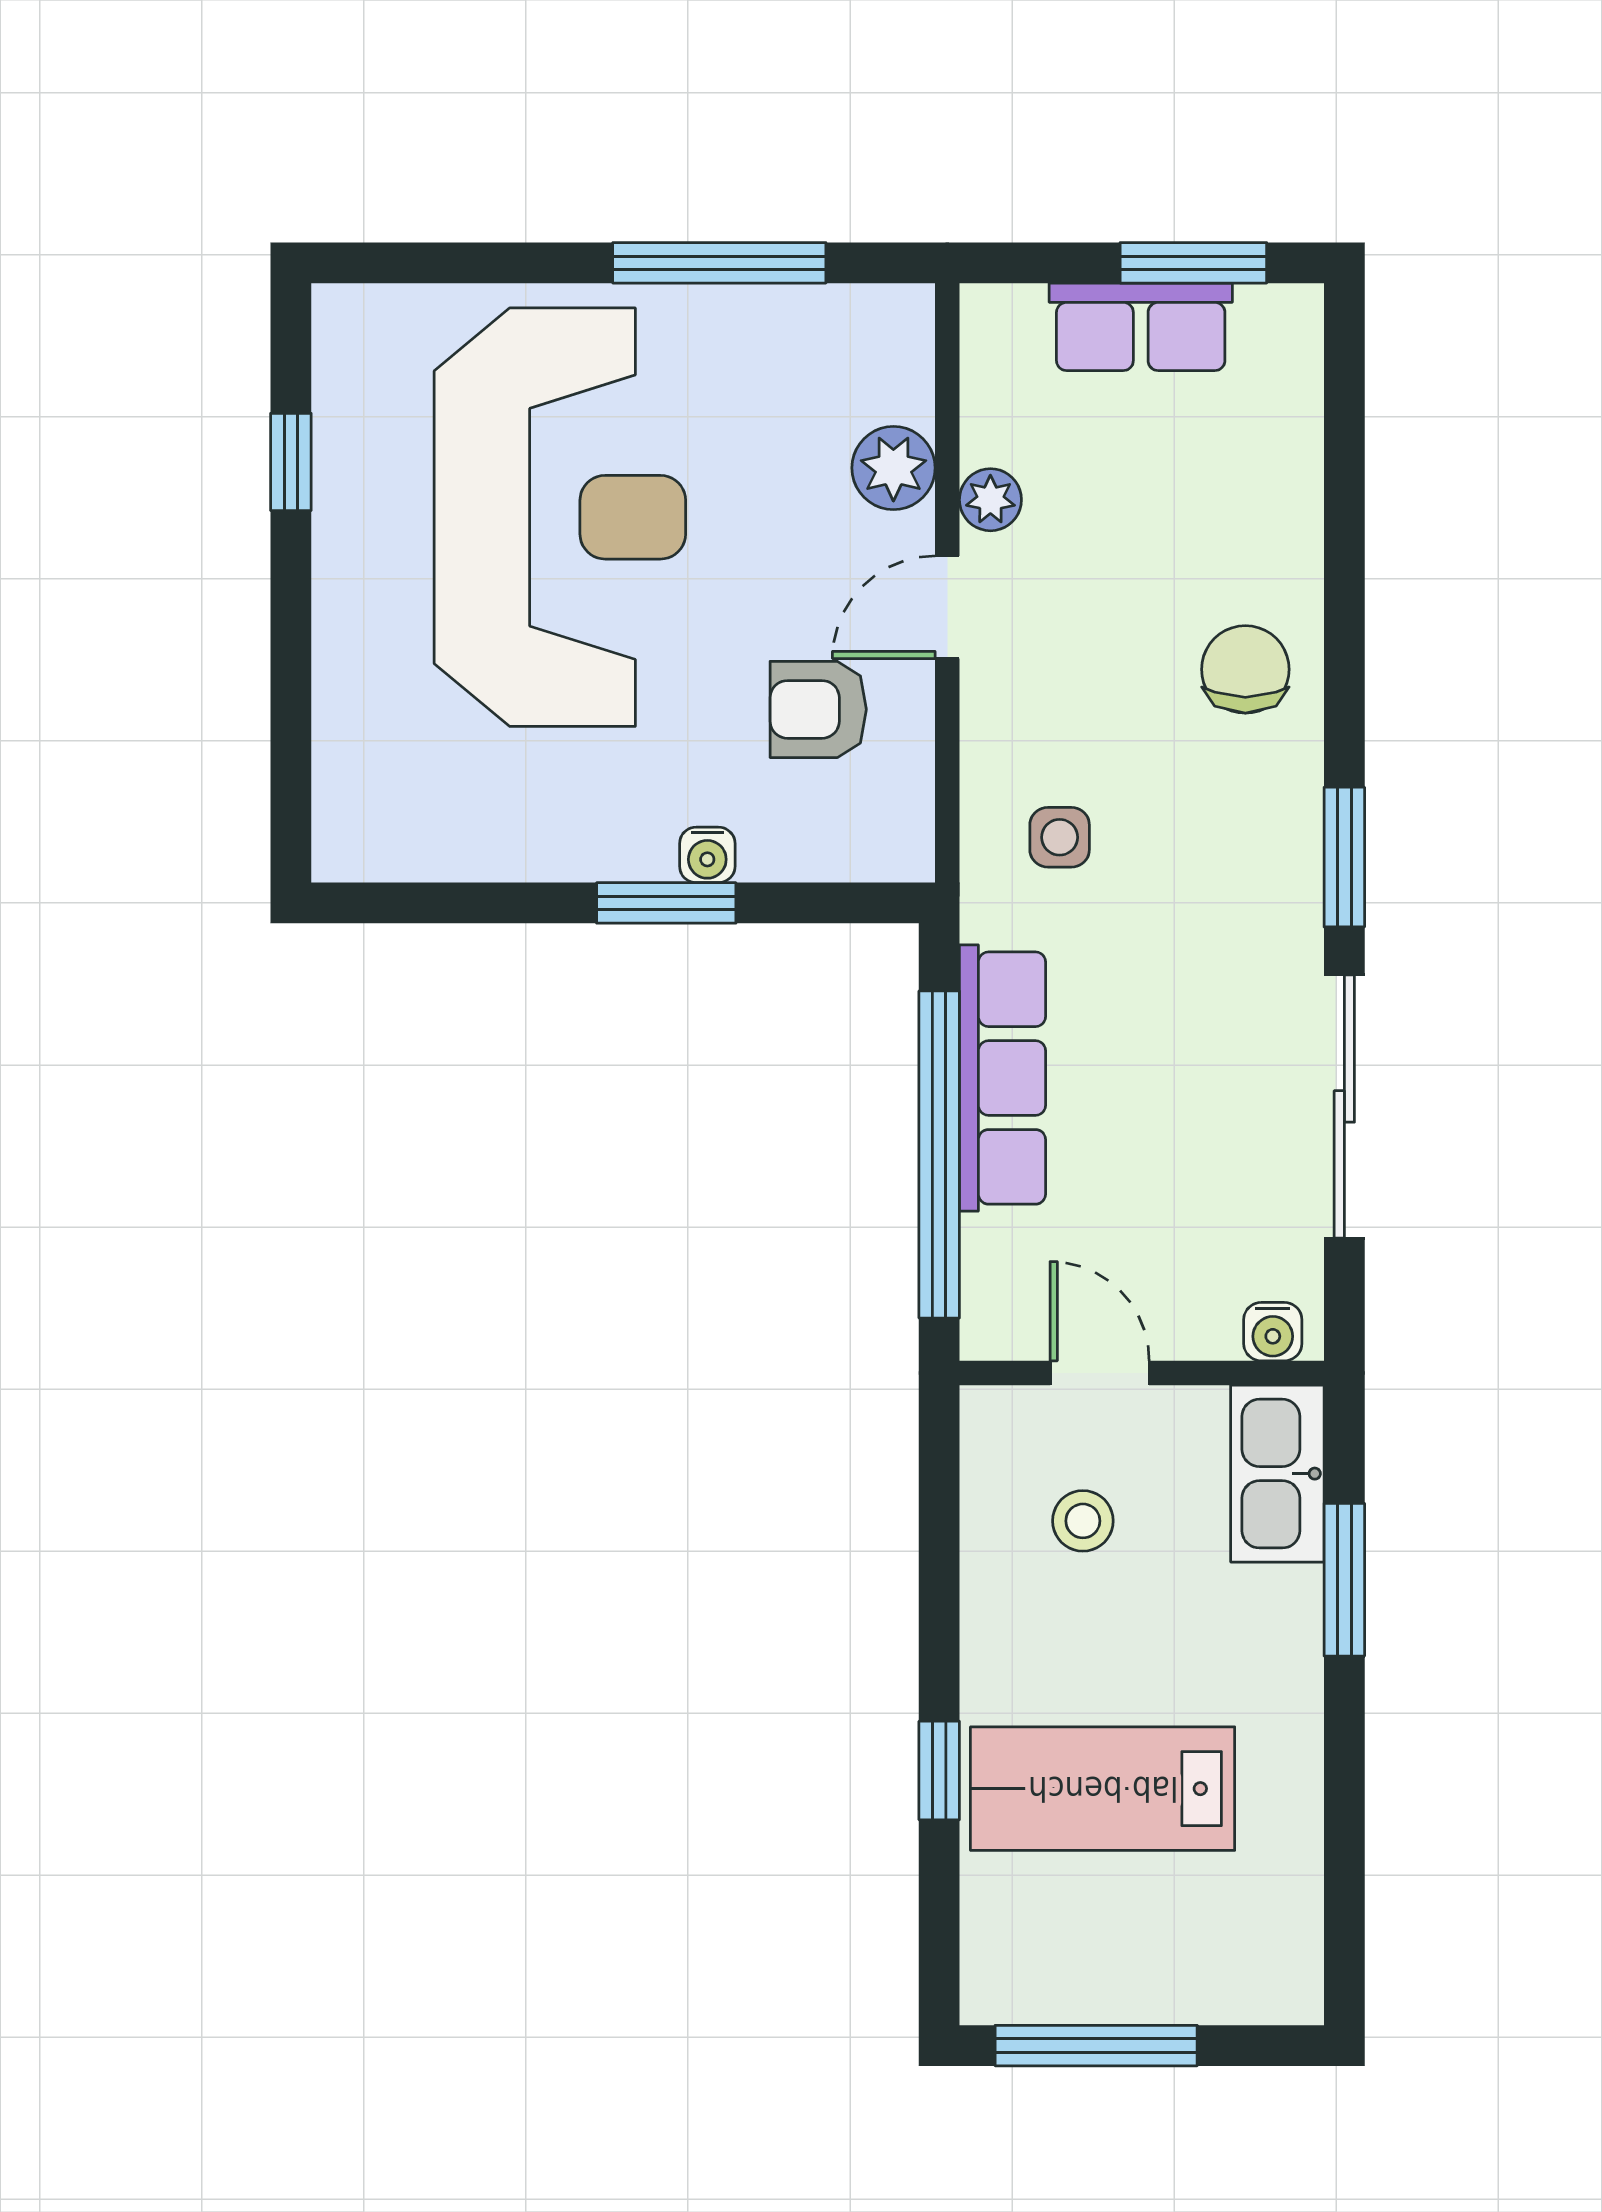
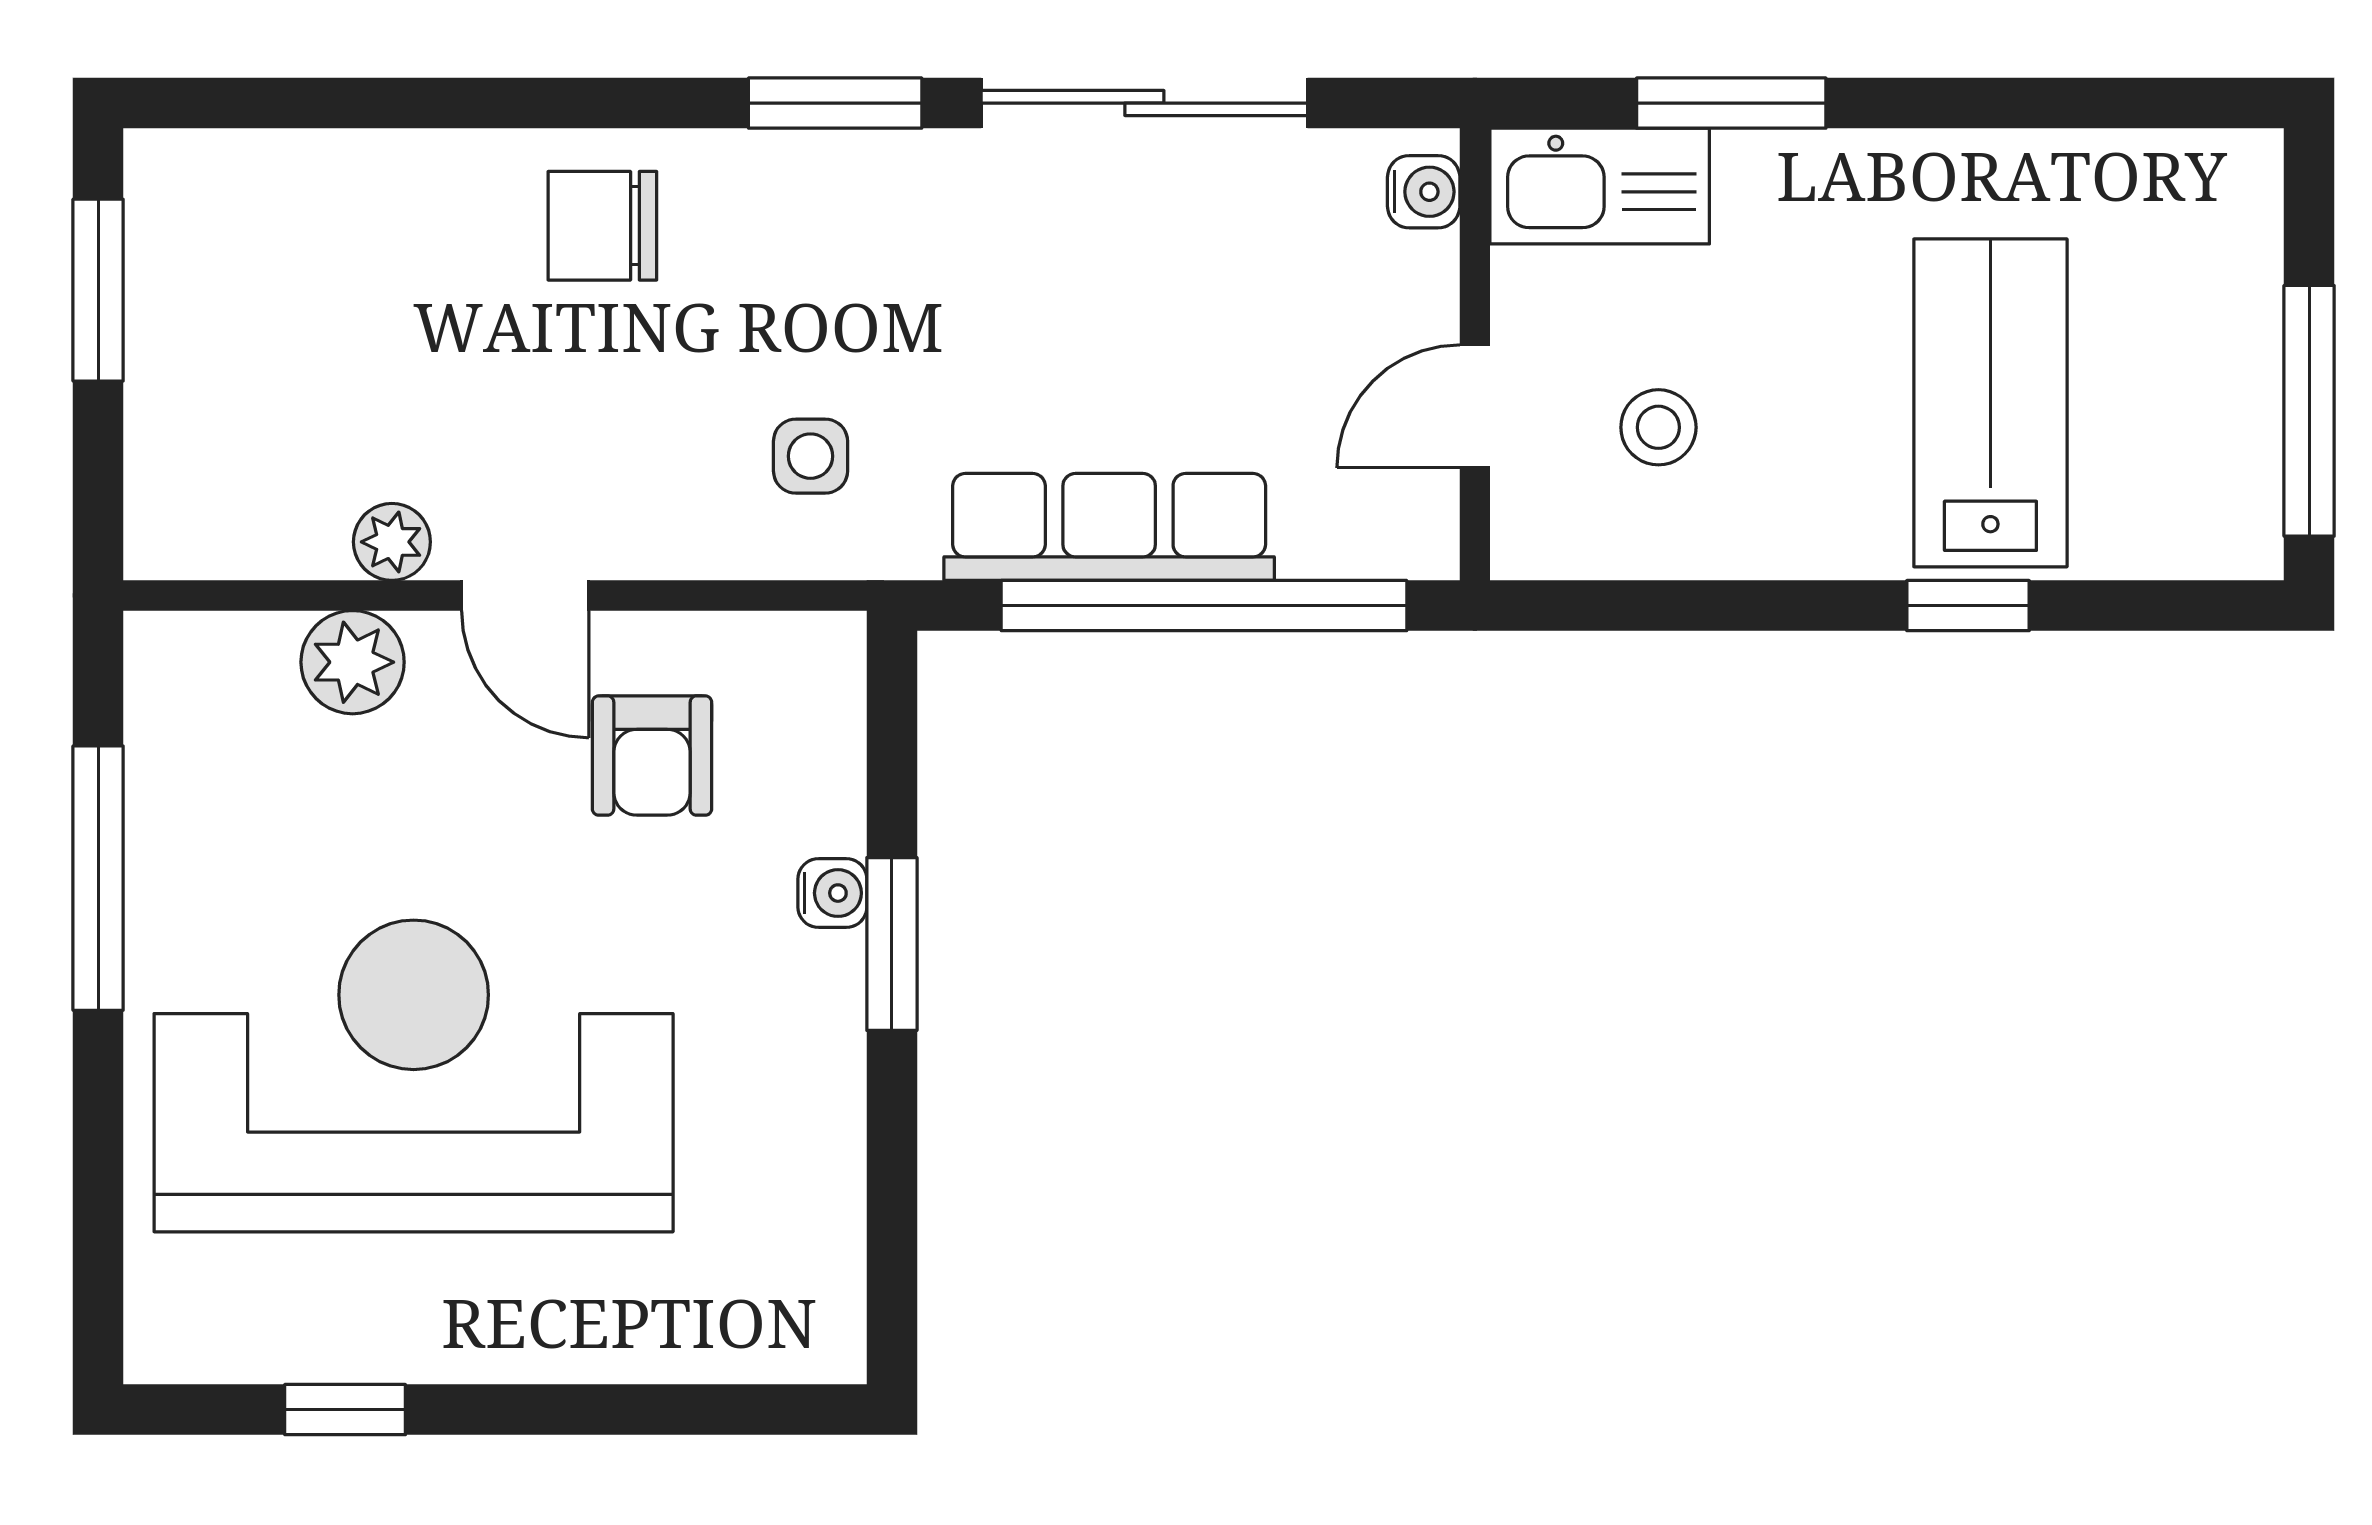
row of seats: (1141, 327) -> (177, 356), removed
lab bench: (1103, 1789) -> (1990, 403), turned 180

